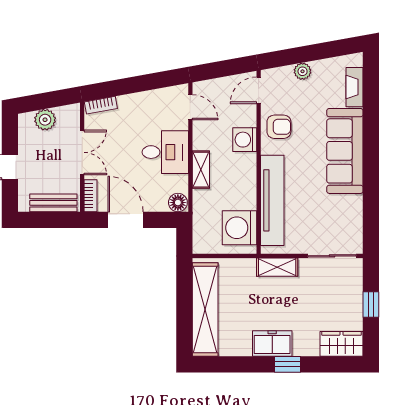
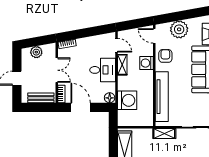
plant: (303, 71) -> (179, 29), width x1.87, depth x1.87
door: (259, 90) -> (154, 36), hinge flipped
armchair: (279, 127) -> (165, 56), turned -90
shelving: (201, 170) -> (122, 65), moved
washing machine: (239, 228) -> (127, 100), moved, turned 180

